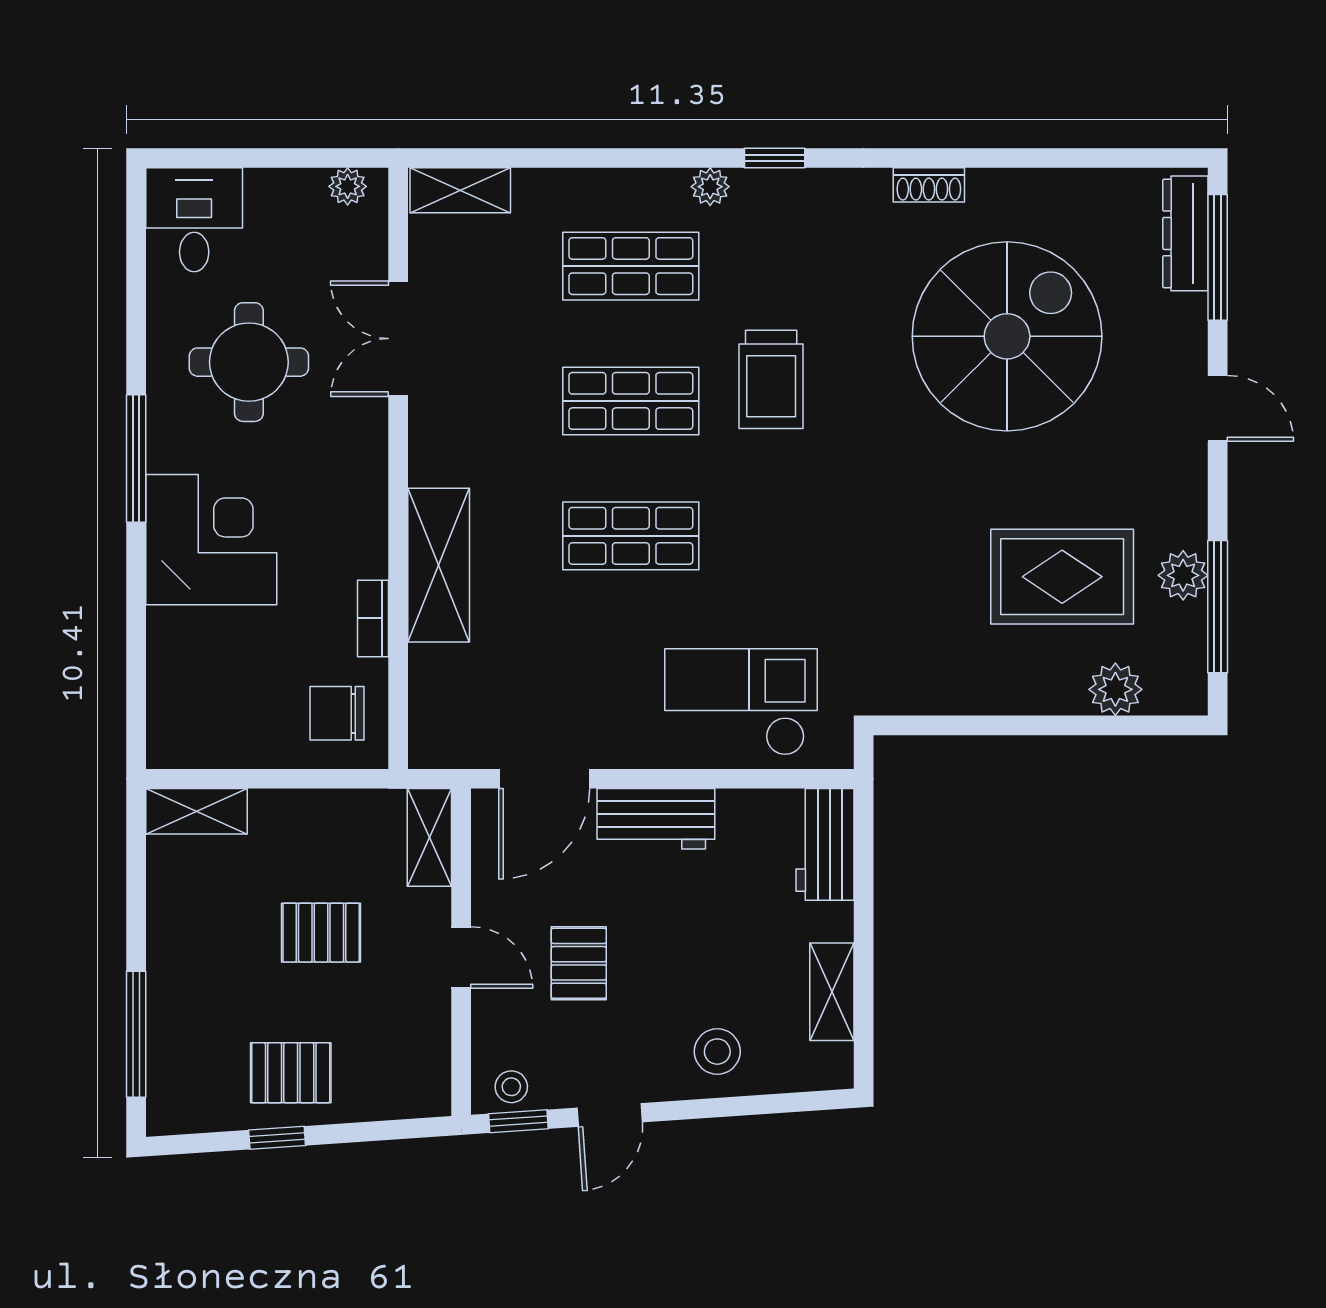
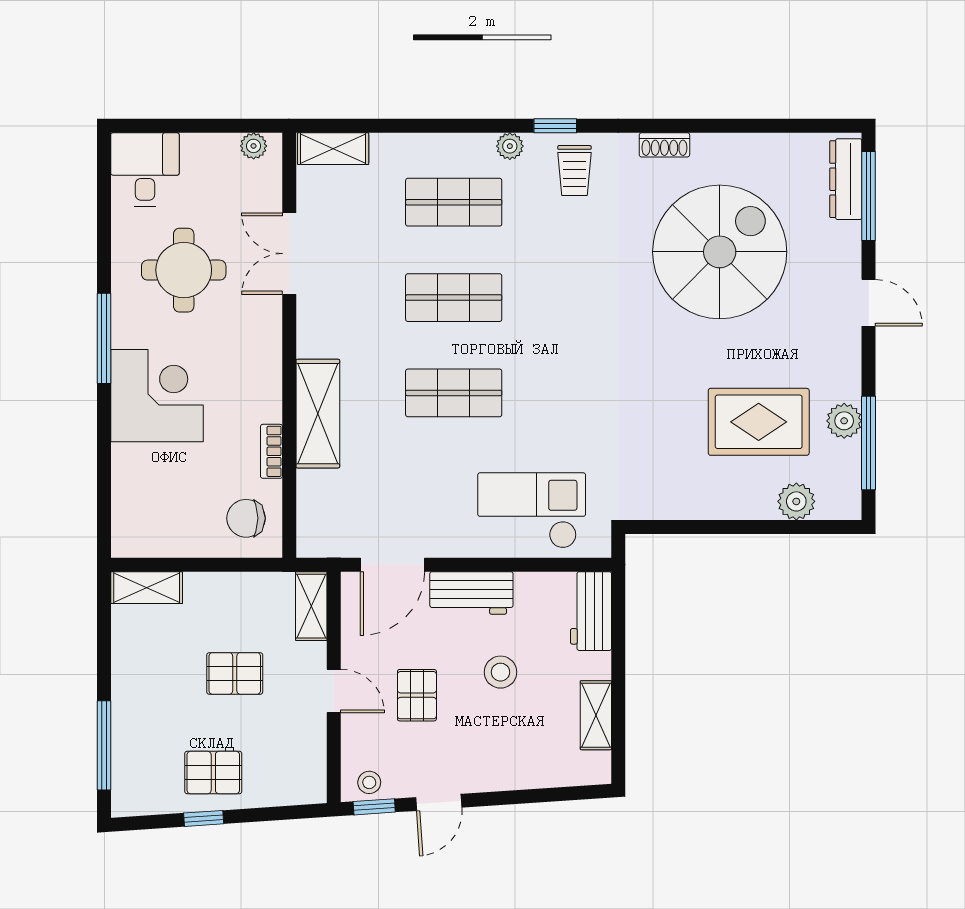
trolley: (771, 379) -> (574, 171), moved, width x0.73, depth x0.72
stool: (717, 1052) -> (501, 672), moved

